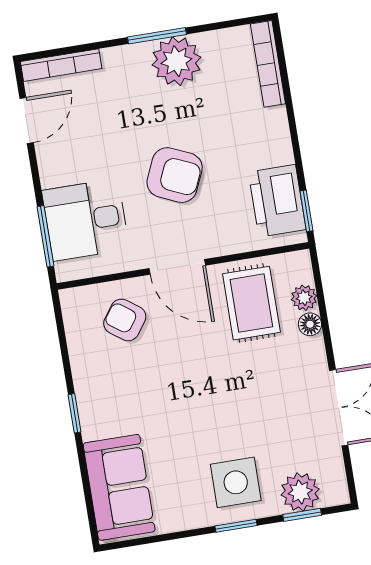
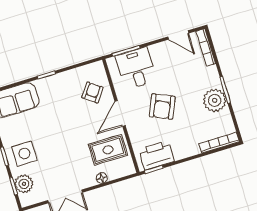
plant: (304, 298) -> (114, 174), removed

